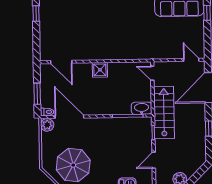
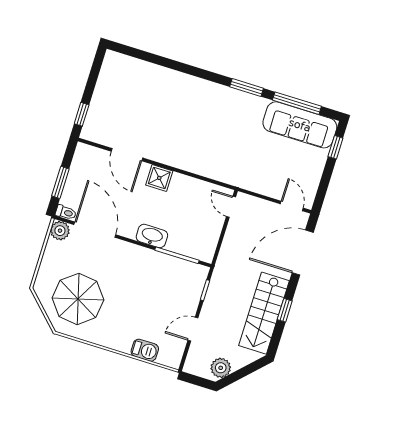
window: (36, 13) -> (82, 114), moved
door: (61, 62) -> (127, 155), moved
washbasin: (142, 108) -> (152, 236), moved
stairs: (164, 113) -> (264, 313), moved, turned 180

